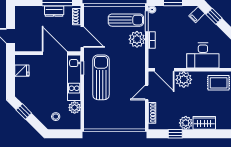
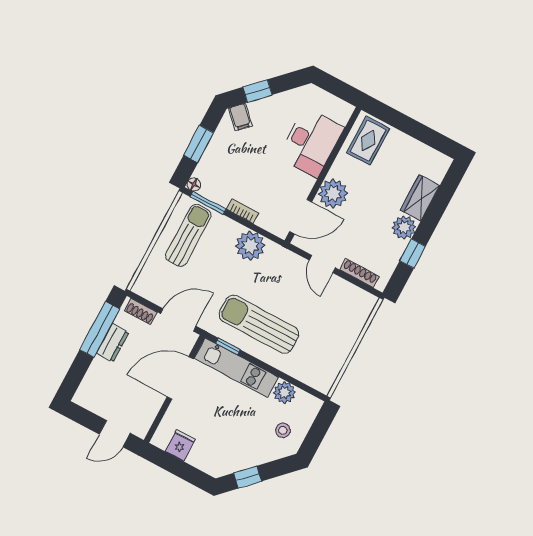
plant: (137, 39) -> (250, 246), moved

